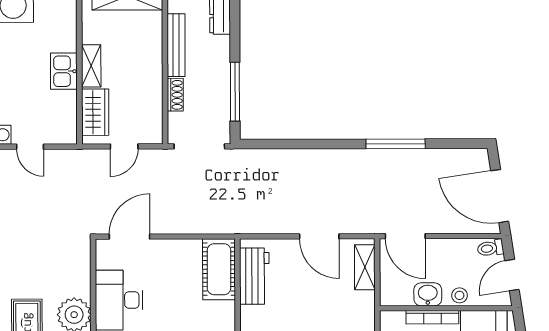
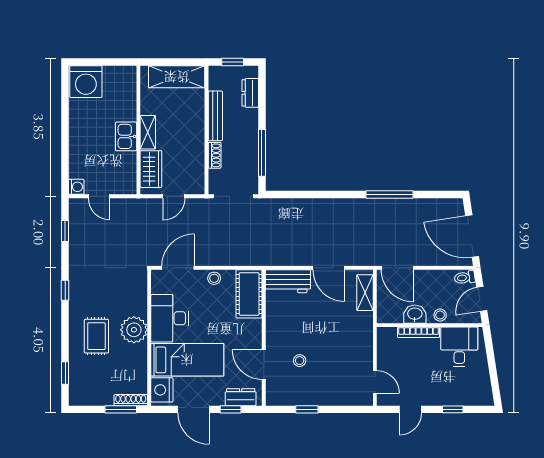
stool: (175, 250) -> (214, 278), added
workbench: (254, 276) -> (288, 281), moved, turned 90

